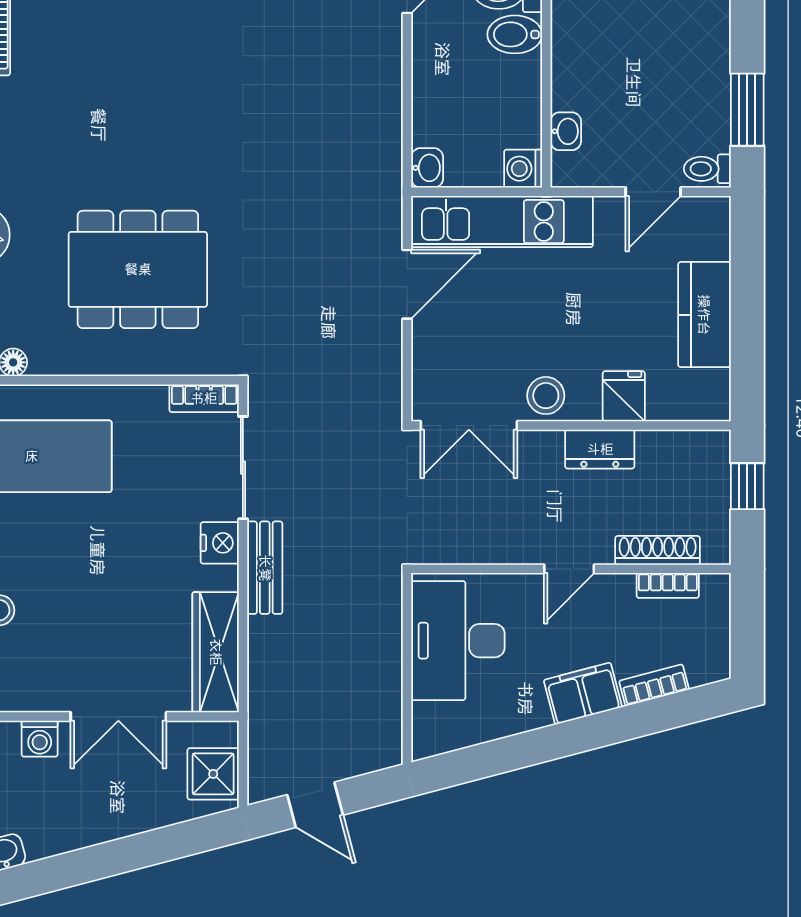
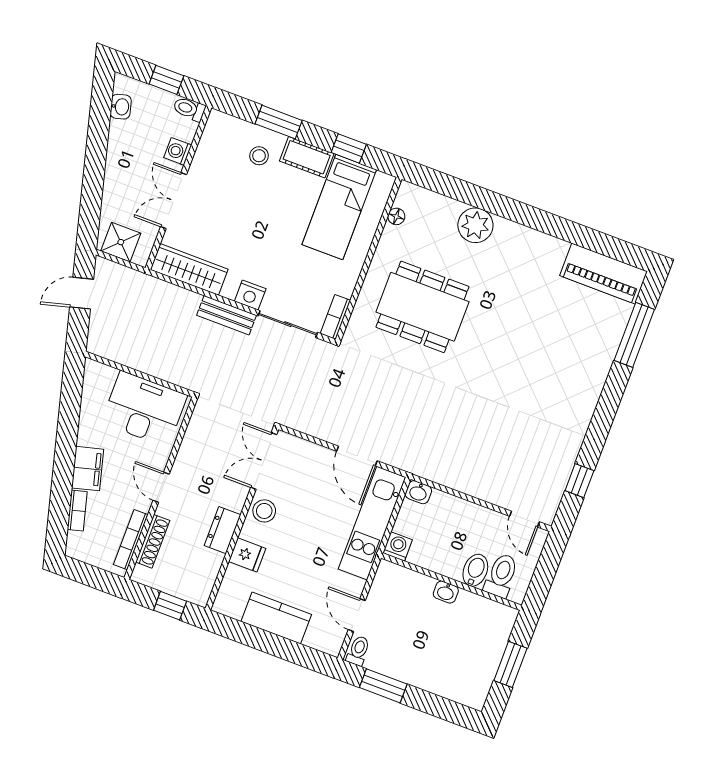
washbasin: (566, 131) -> (446, 592), moved
dining table: (138, 269) -> (422, 307), turned 90
bookcase: (668, 585) -> (131, 540), width x1.56

